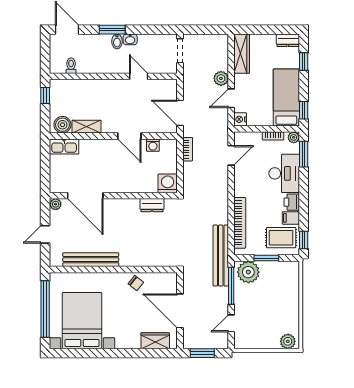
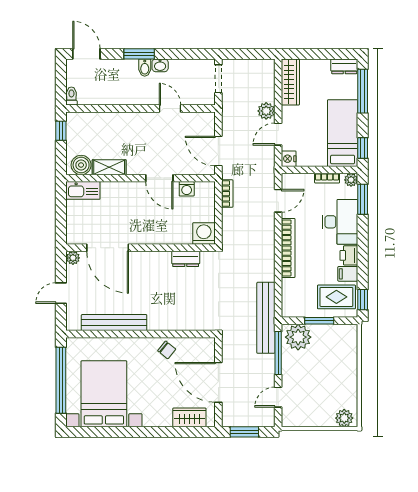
window: (304, 62) -> (363, 91), width x2.17
toilet: (71, 66) -> (71, 96), moved
bookcase: (240, 223) -> (288, 248), moved

